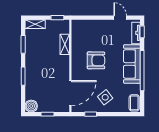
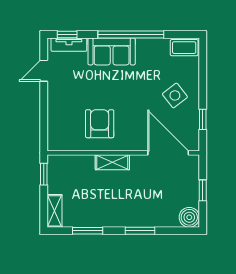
shelving: (65, 44) -> (112, 162), moved
armchair: (96, 60) -> (100, 124), moved
sofa: (132, 64) -> (112, 51), width x0.73

